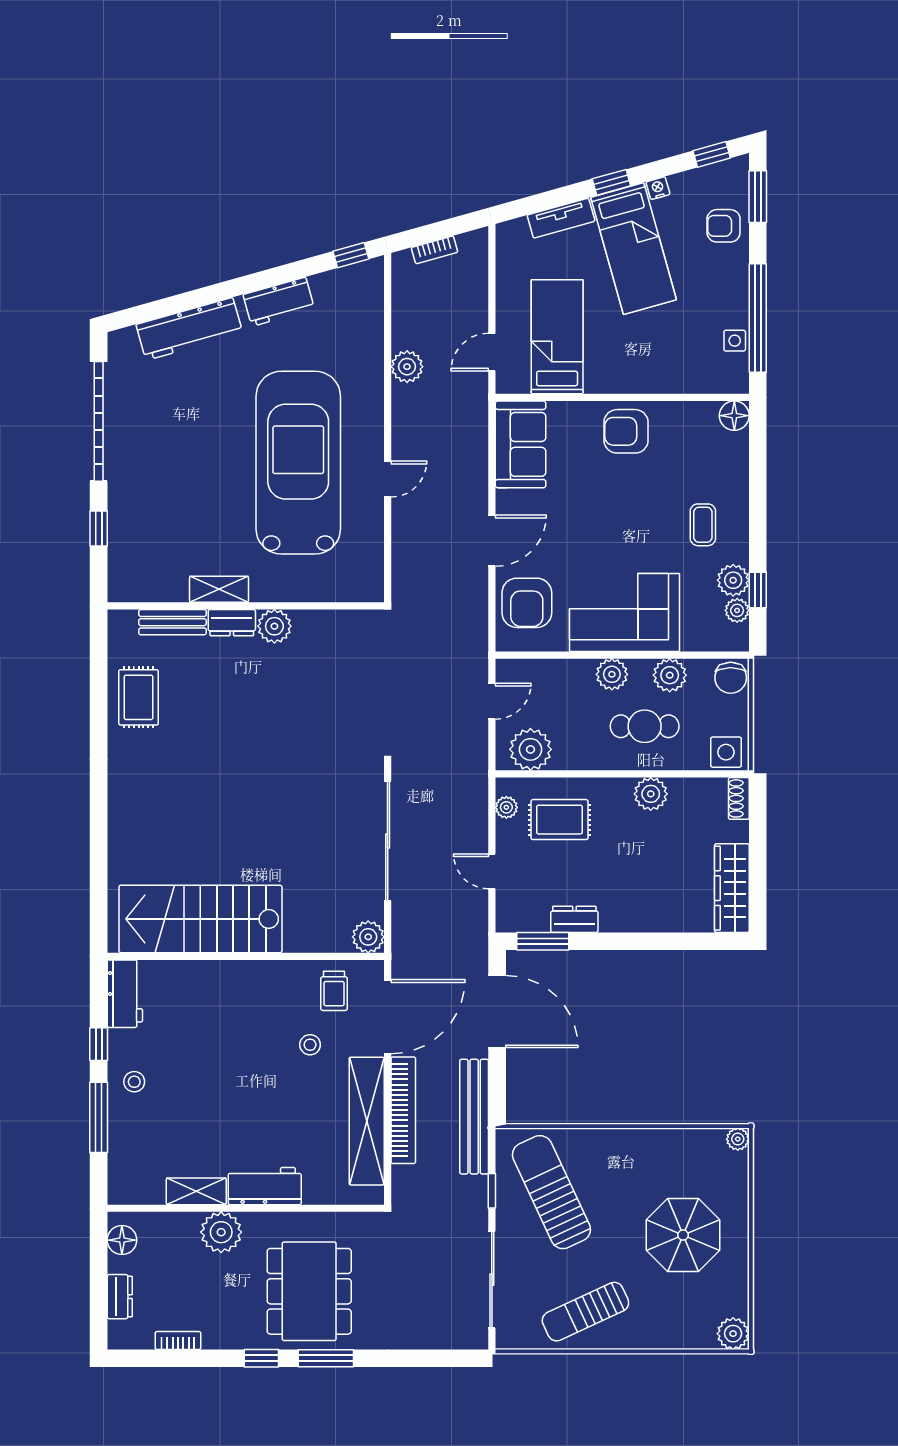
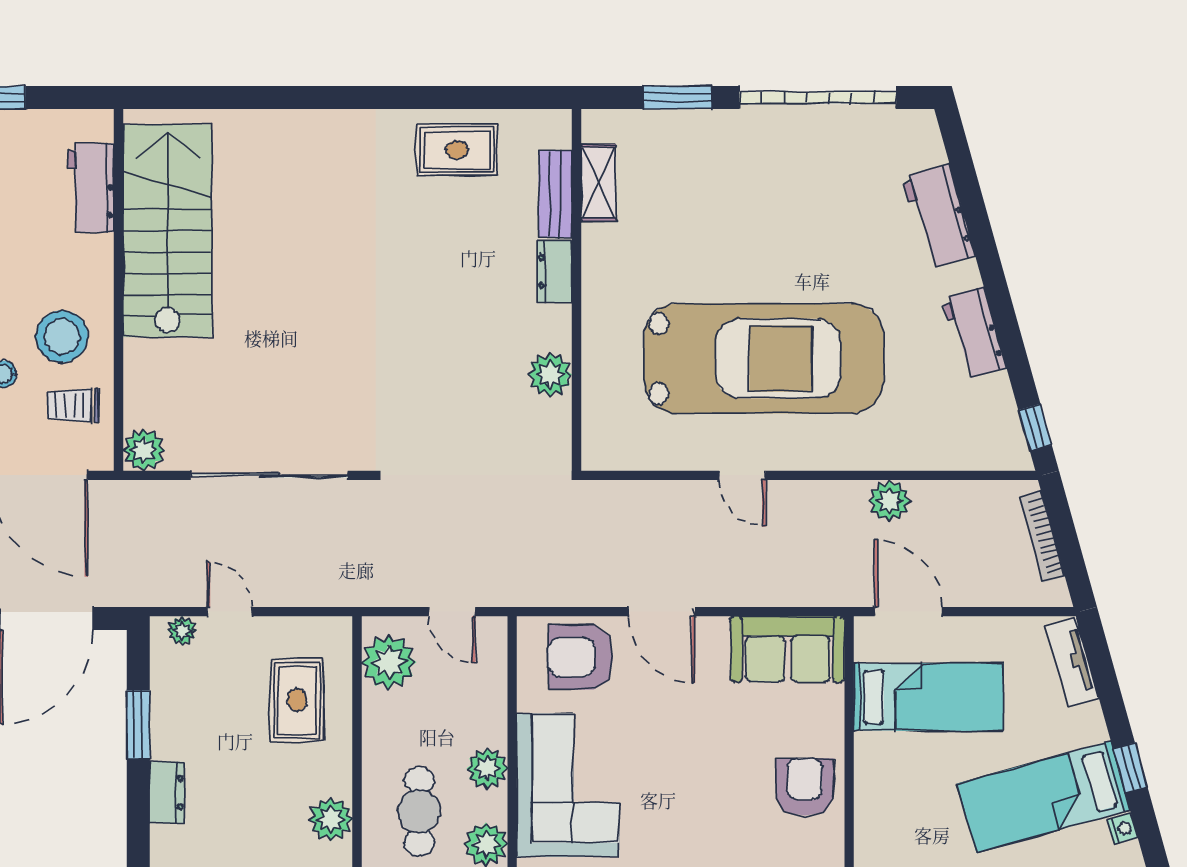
tv unit: (561, 218) -> (1072, 662), moved
bookcase: (435, 250) -> (1042, 537), width x1.56
workbench: (189, 329) -> (939, 216), width x0.73
door: (492, 352) -> (908, 612), width x1.38
window: (99, 528) -> (678, 98), width x1.50
shelving: (219, 589) -> (598, 183), moved
plant: (274, 626) -> (550, 375), moved
plant: (506, 807) -> (182, 631), moved
door: (492, 871) -> (230, 612), hinge flipped
dresser: (574, 919) -> (167, 793), moved
window: (543, 941) -> (138, 725), moved
workbench: (125, 994) -> (91, 188), moved, turned 90
stool: (281, 1000) -> (62, 336), added

